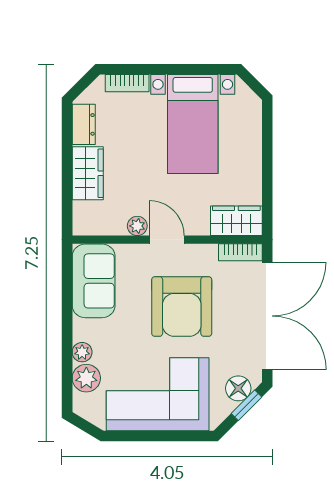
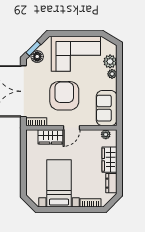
wardrobe: (236, 221) -> (51, 137), moved
plant: (137, 226) -> (106, 134), moved
door: (167, 240) -> (72, 128), hinge flipped

